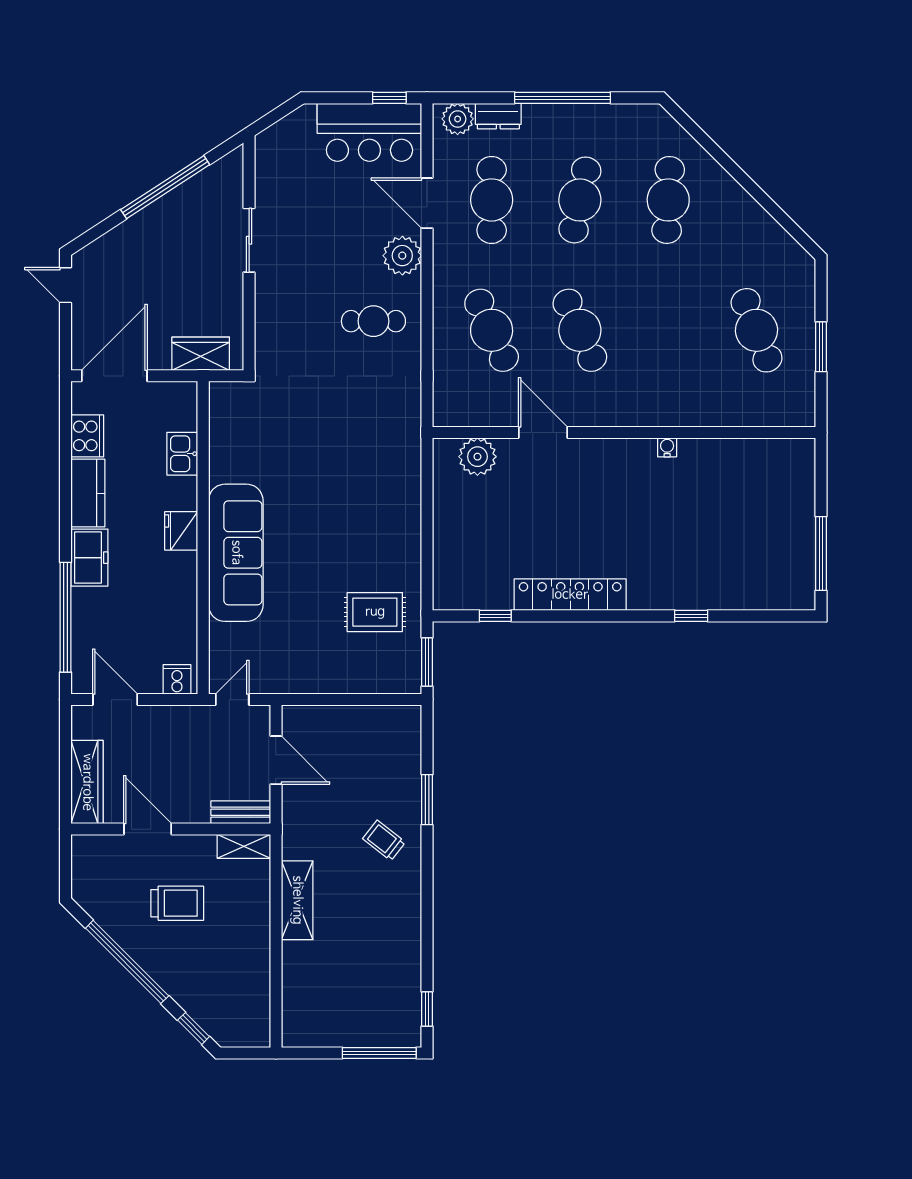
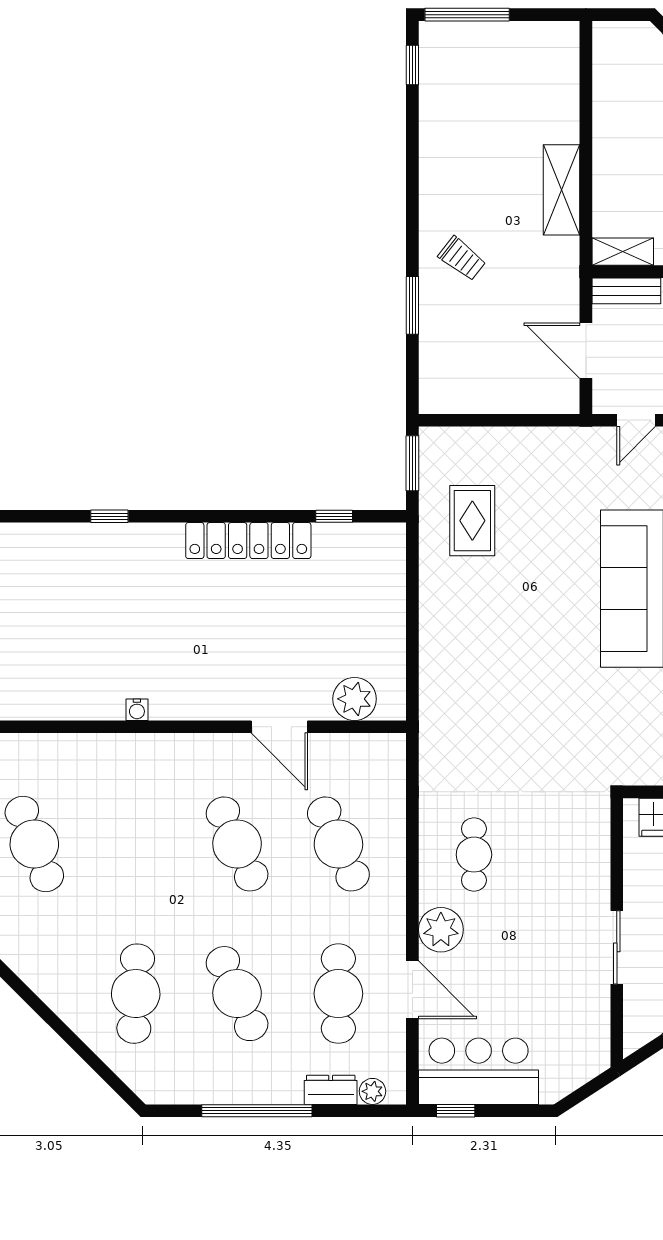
plant: (458, 119) -> (372, 1091), width x0.73, depth x0.73
cafe table: (580, 200) -> (237, 994), turned -36
cafe table: (373, 321) -> (474, 855), turned 90
rug: (375, 612) -> (472, 521), turned 90

